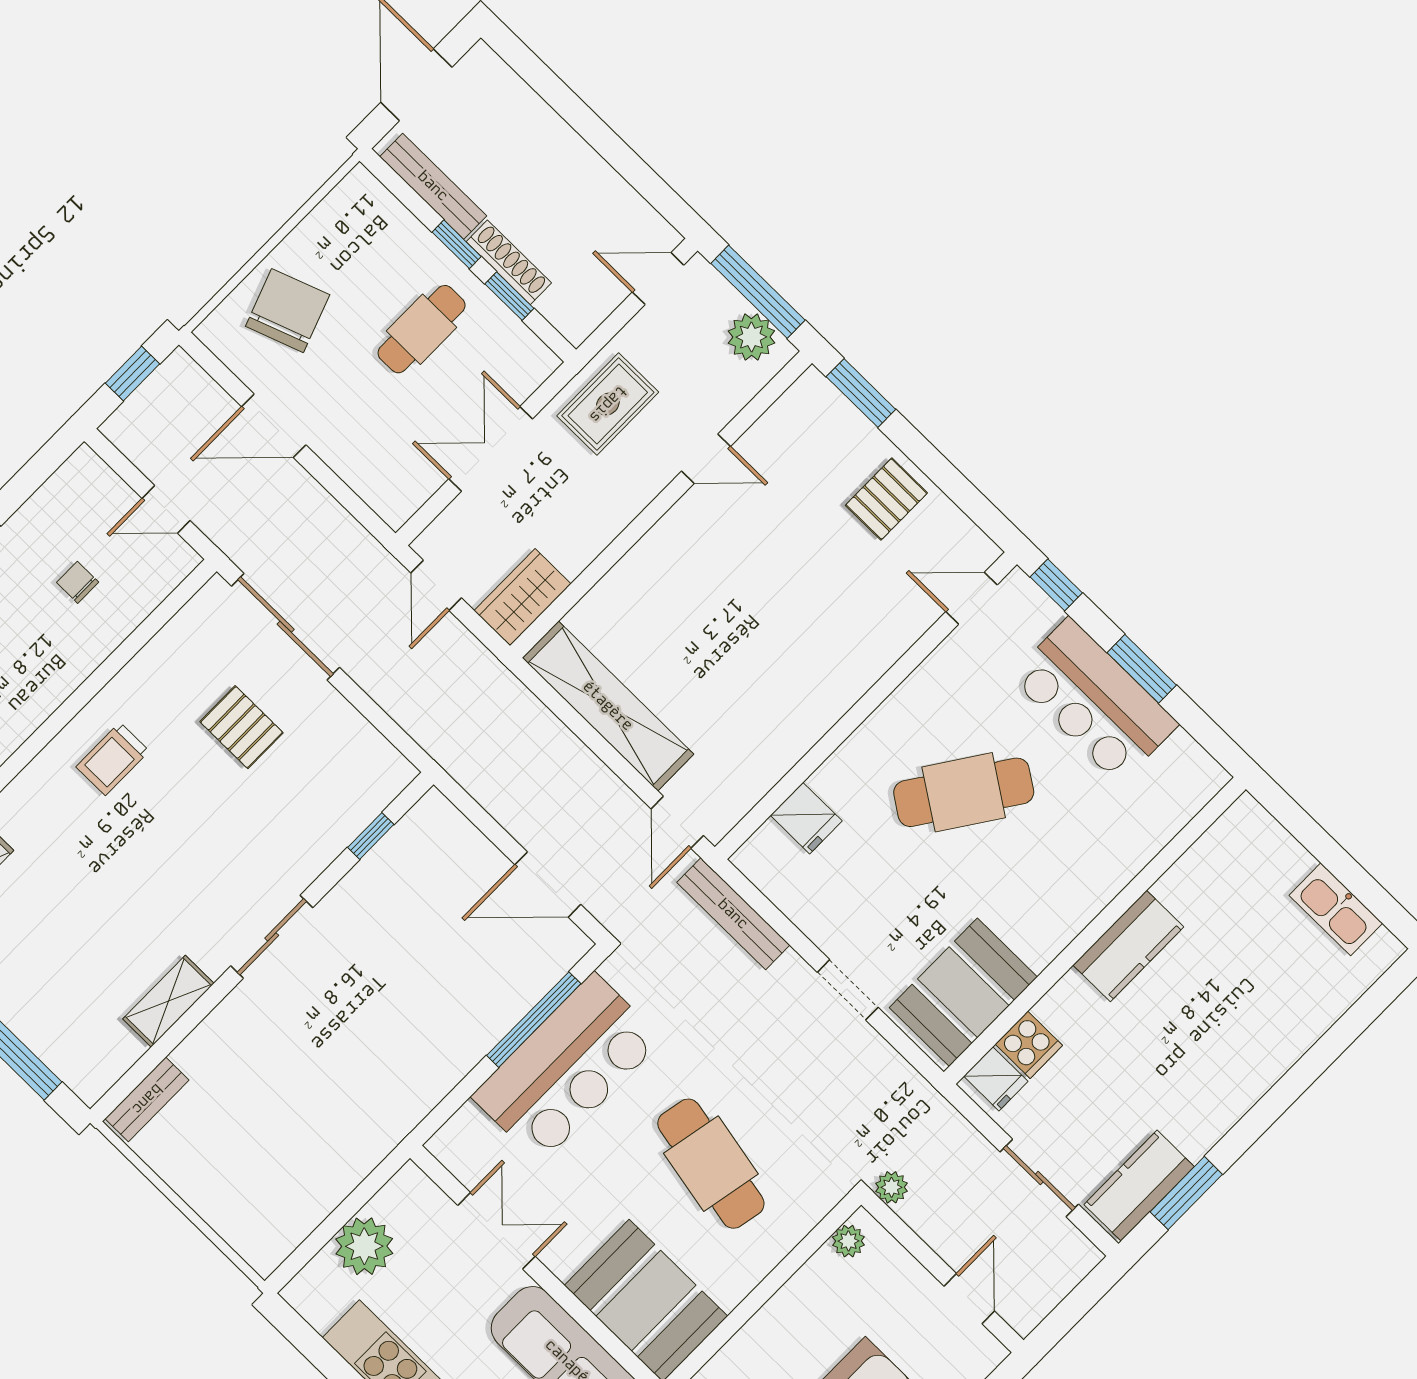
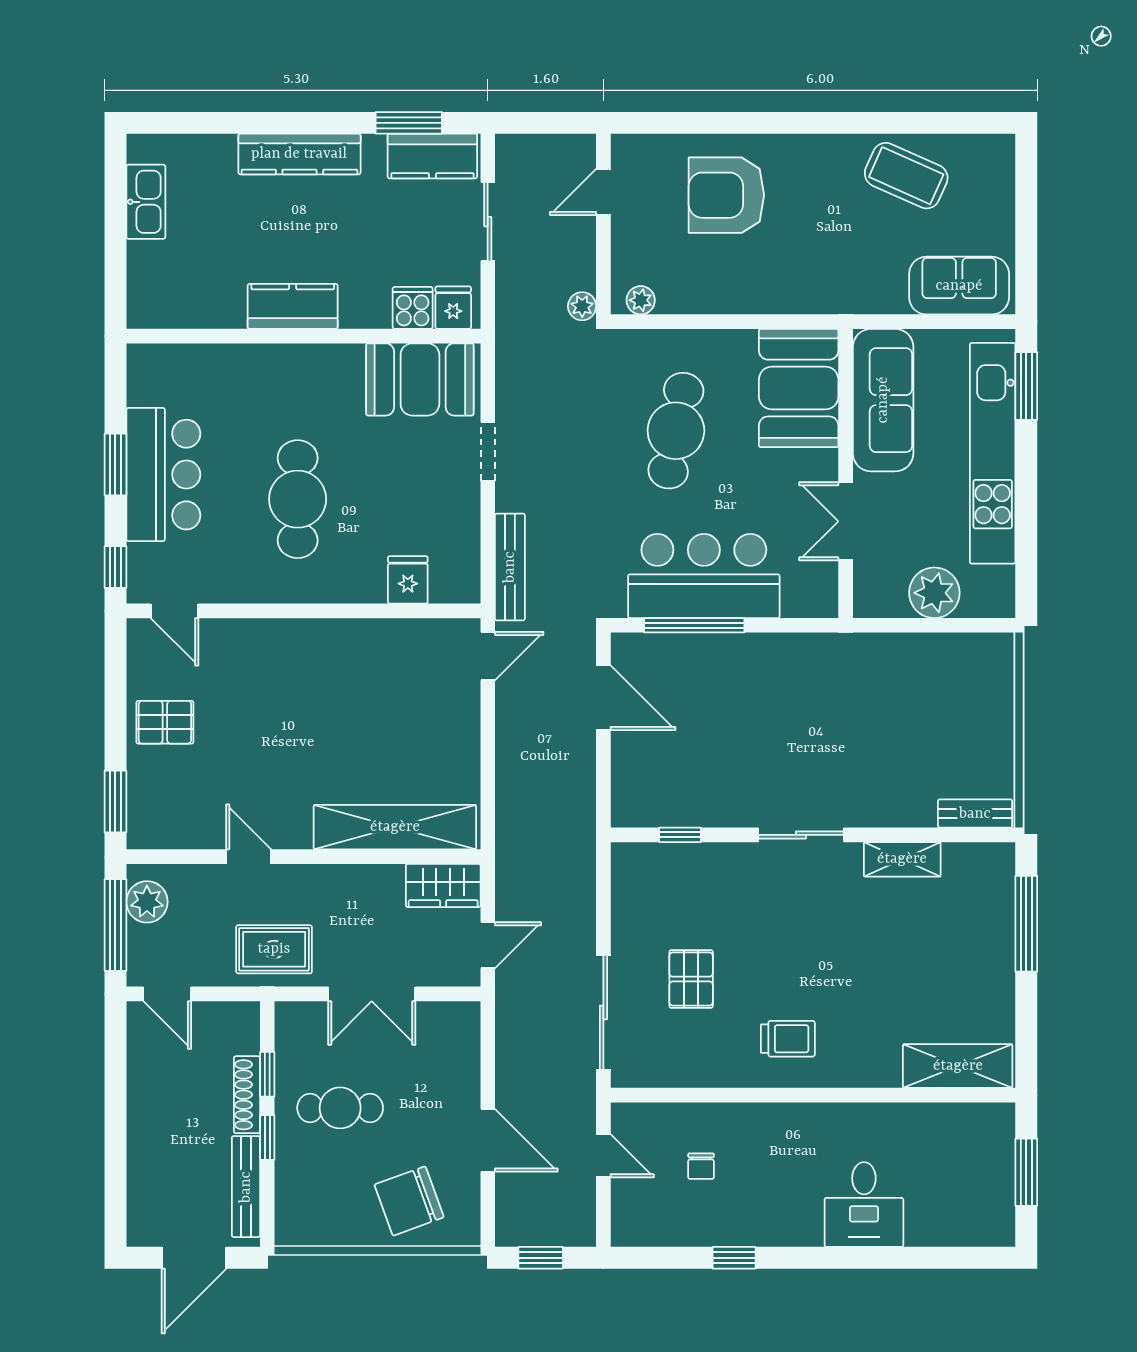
shelving: (608, 706) -> (395, 827), moved, turned 90
cafe table: (964, 792) -> (298, 499), turned 56
kitchen counter: (1250, 1076) -> (299, 154), added

